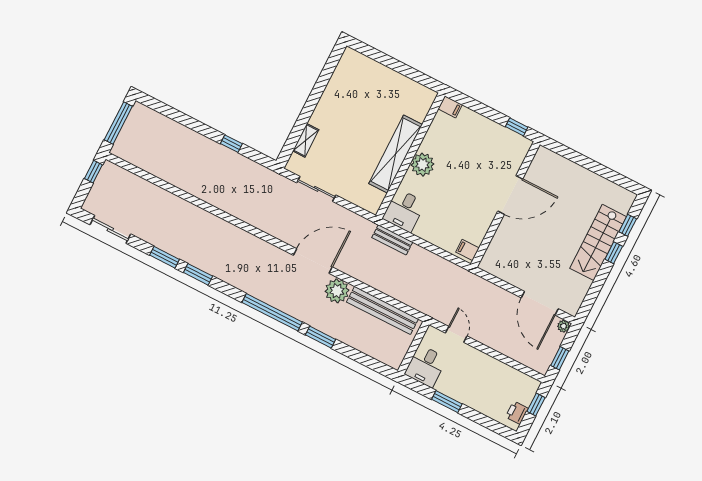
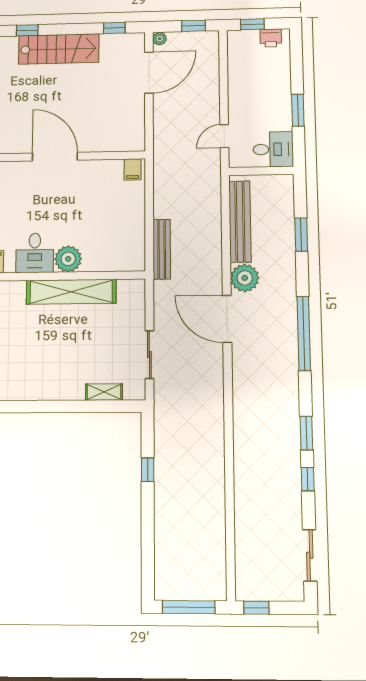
desk: (404, 210) -> (35, 253), moved, turned 90
bench: (392, 240) -> (162, 249), width x1.36
window: (614, 253) -> (114, 28), moved
window: (165, 257) -> (308, 479), width x0.67
window: (321, 337) -> (301, 235), moved

